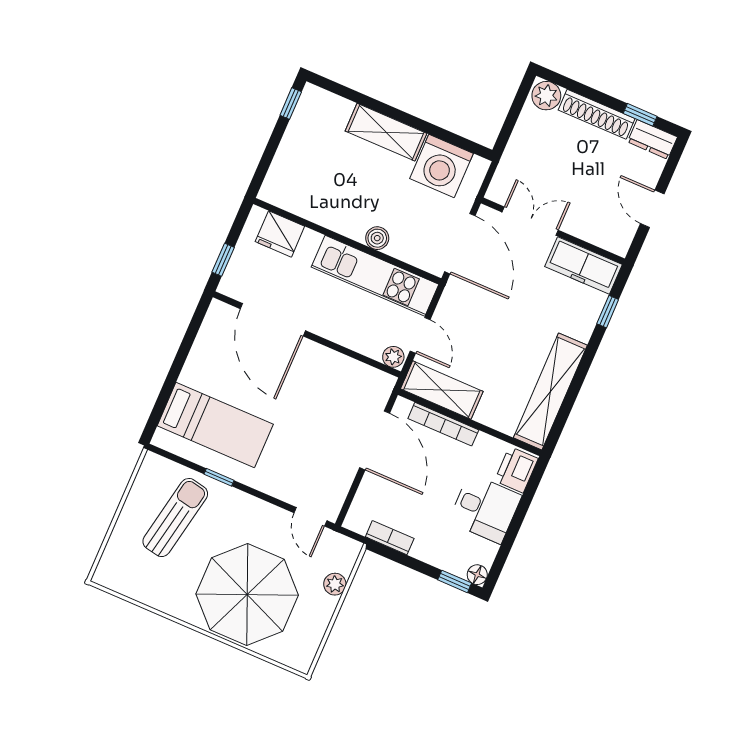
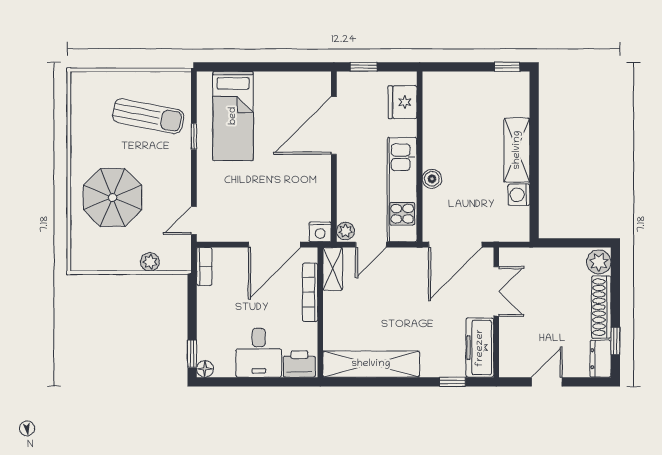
washing machine: (441, 166) -> (519, 195), width x0.53, depth x0.53
nightstand: (382, 385) -> (320, 232), added
shelving: (442, 390) -> (333, 269), width x0.67, depth x0.75
bookcase: (390, 538) -> (204, 266), moved
parasol: (247, 595) -> (113, 198), width x0.73, depth x0.73

